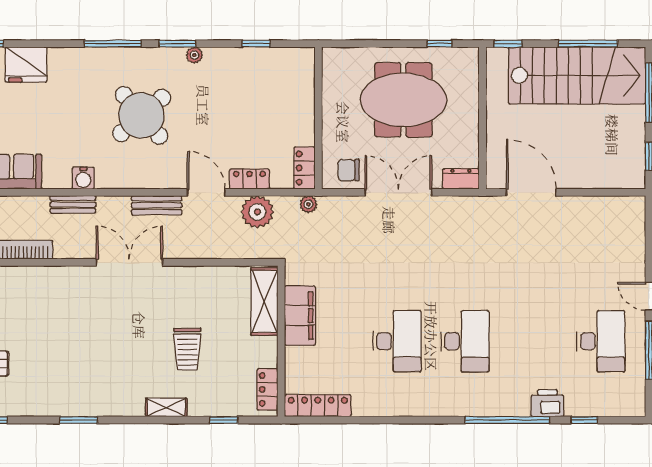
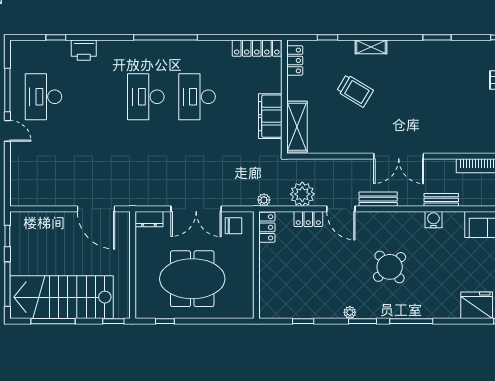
round table: (142, 115) -> (390, 267), width x0.73, depth x0.73
trolley: (187, 349) -> (355, 91), turned 121
window: (507, 420) -> (166, 37), moved

